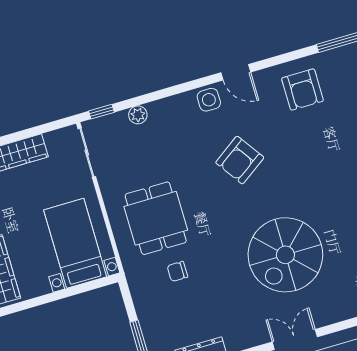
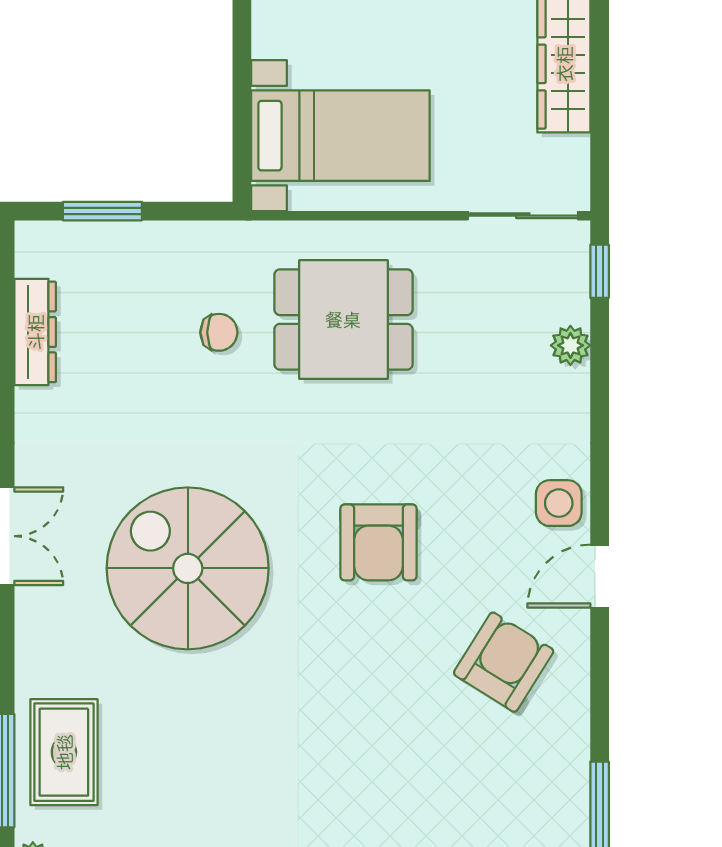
armchair: (302, 90) -> (504, 662), moved, turned 122
armchair: (240, 160) -> (378, 542), moved, turned -145
chair: (177, 271) -> (219, 332), turned 90

